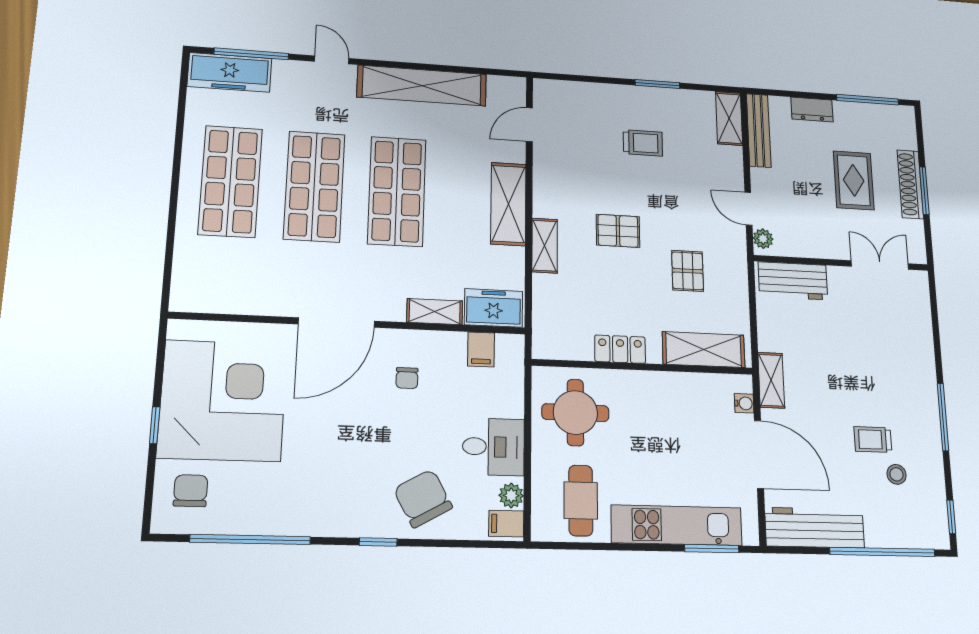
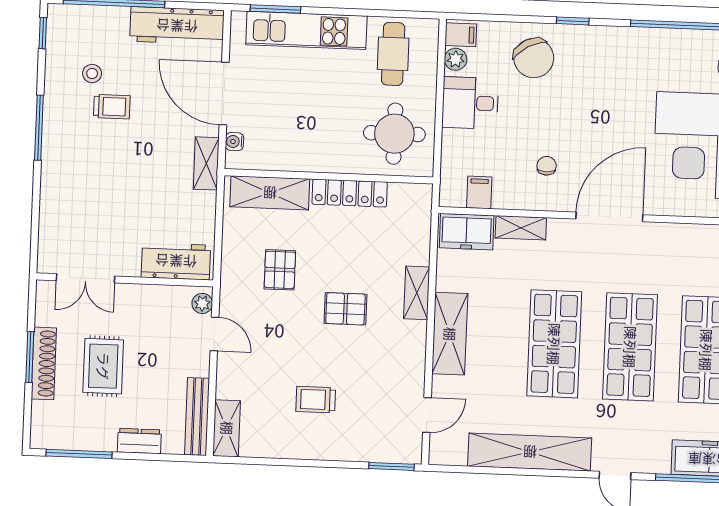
window: (657, 84) -> (392, 466), moved
locker: (620, 349) -> (350, 193), width x1.53

